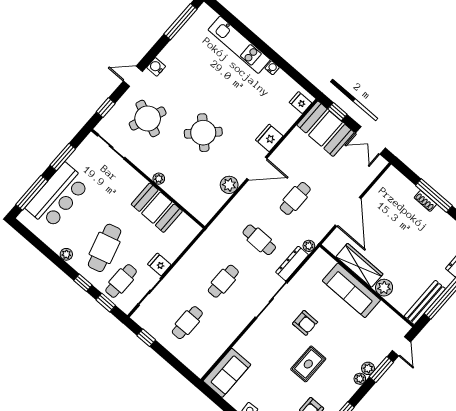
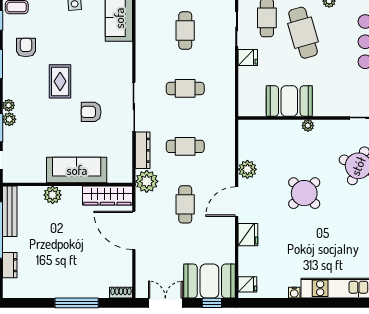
shoe rack: (425, 201) -> (121, 293), moved
plant: (309, 246) -> (147, 181), width x1.88, depth x1.88
wardrobe: (359, 265) -> (107, 196), moved
cafe table: (223, 281) -> (185, 88), turned 90

